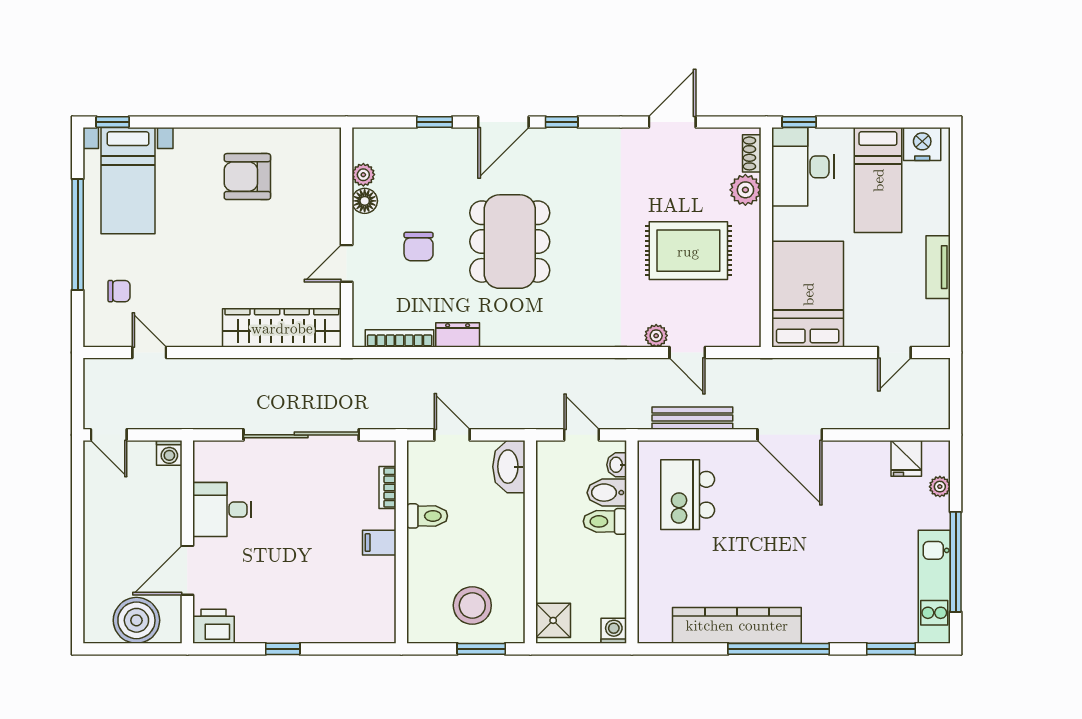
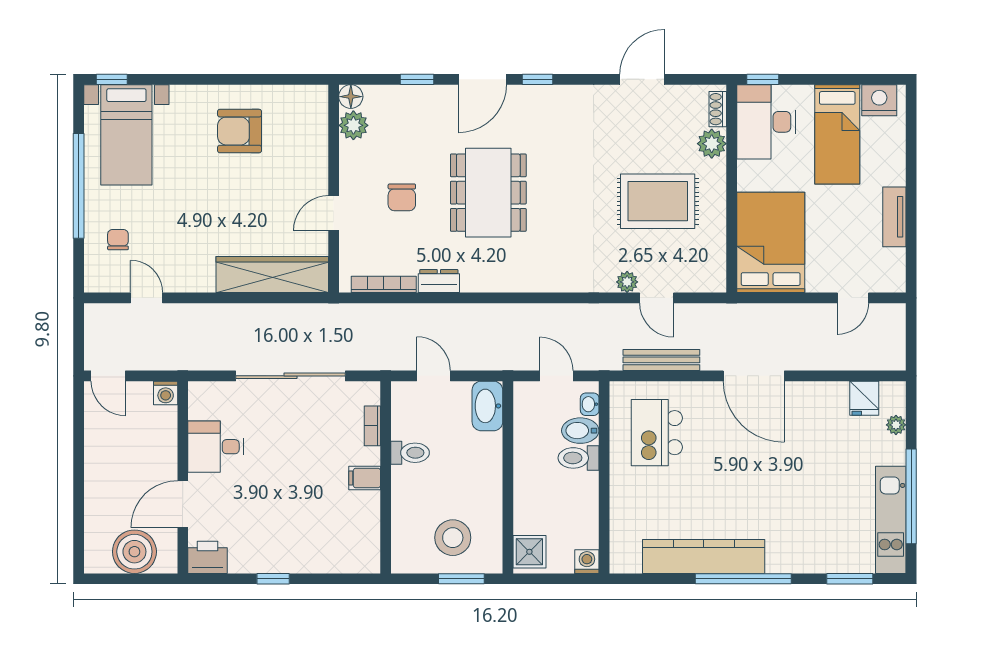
plant: (363, 175) -> (353, 125), width x1.38, depth x1.38
floor lamp: (365, 201) -> (351, 97), moved
chair: (119, 291) -> (118, 240), turned -90

